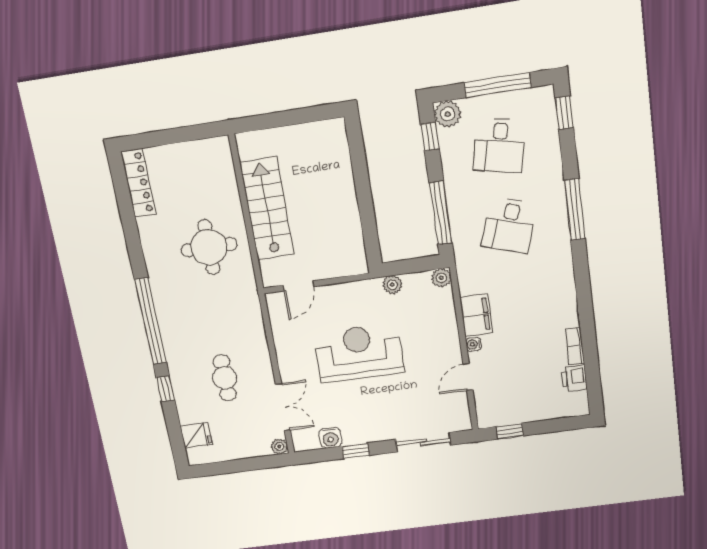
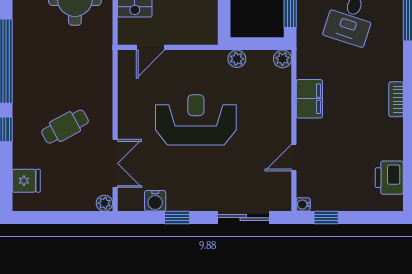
water cooler: (473, 344) -> (303, 204), moved
bookcase: (575, 346) -> (396, 99), moved
cafe table: (225, 378) -> (65, 127), turned 62
printer: (574, 378) -> (389, 178), width x1.36, depth x1.24

